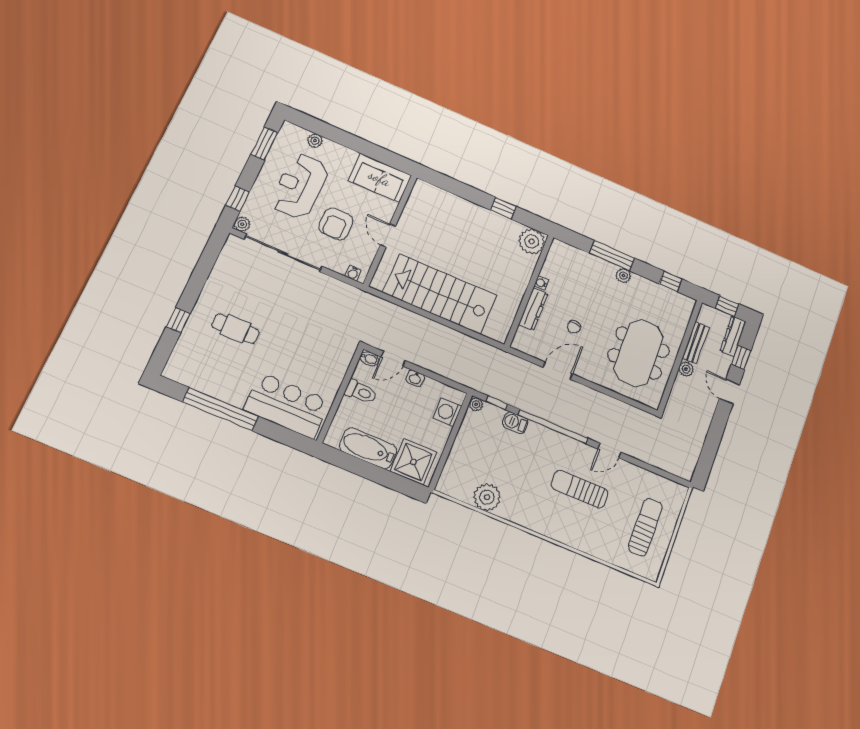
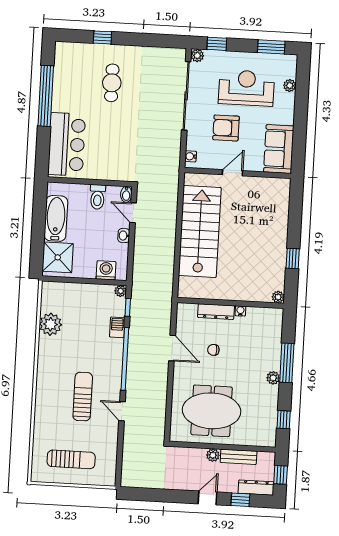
plant: (532, 241) -> (278, 297), width x0.53, depth x0.53

